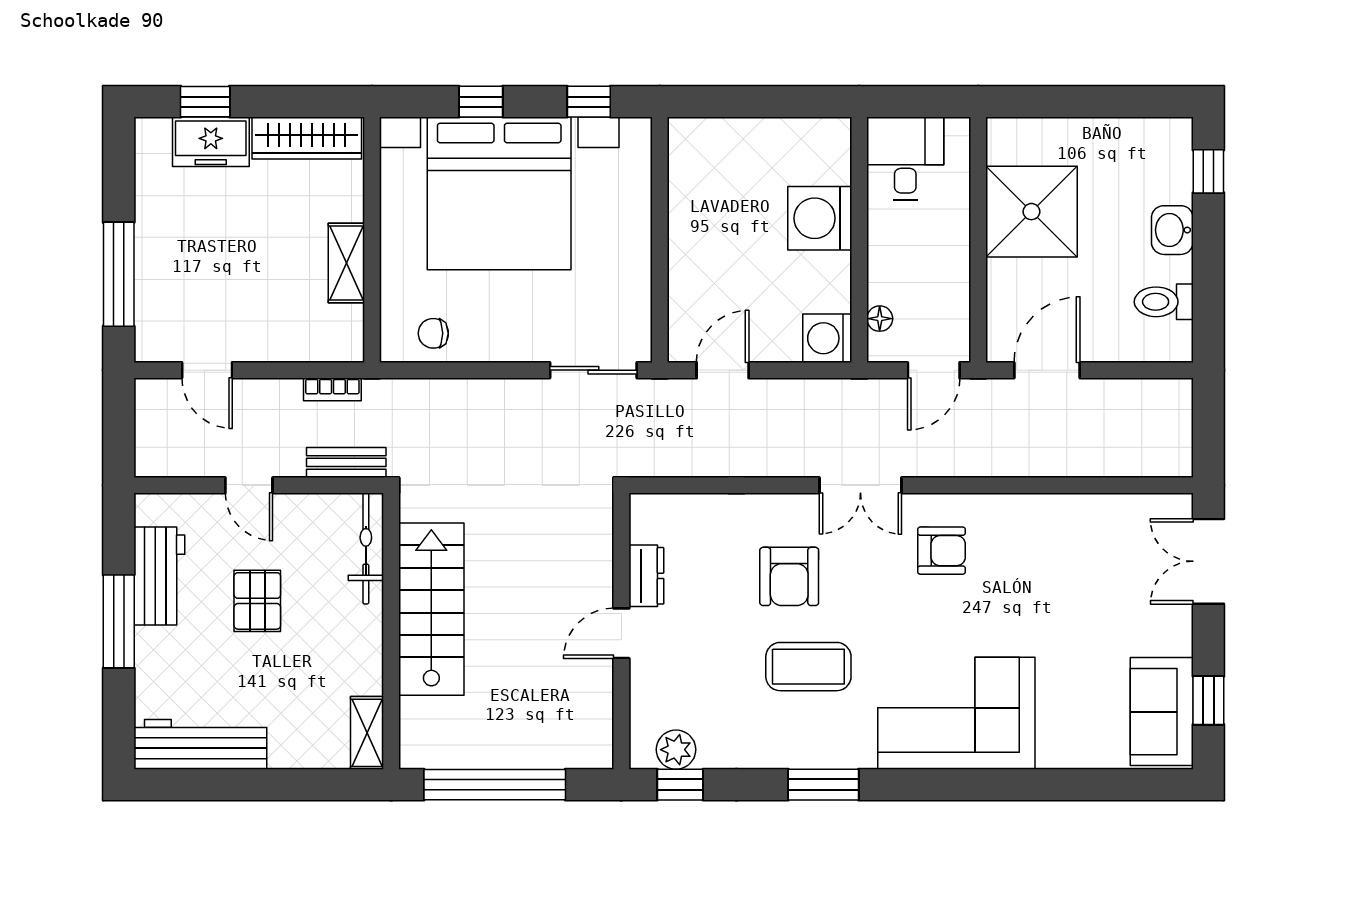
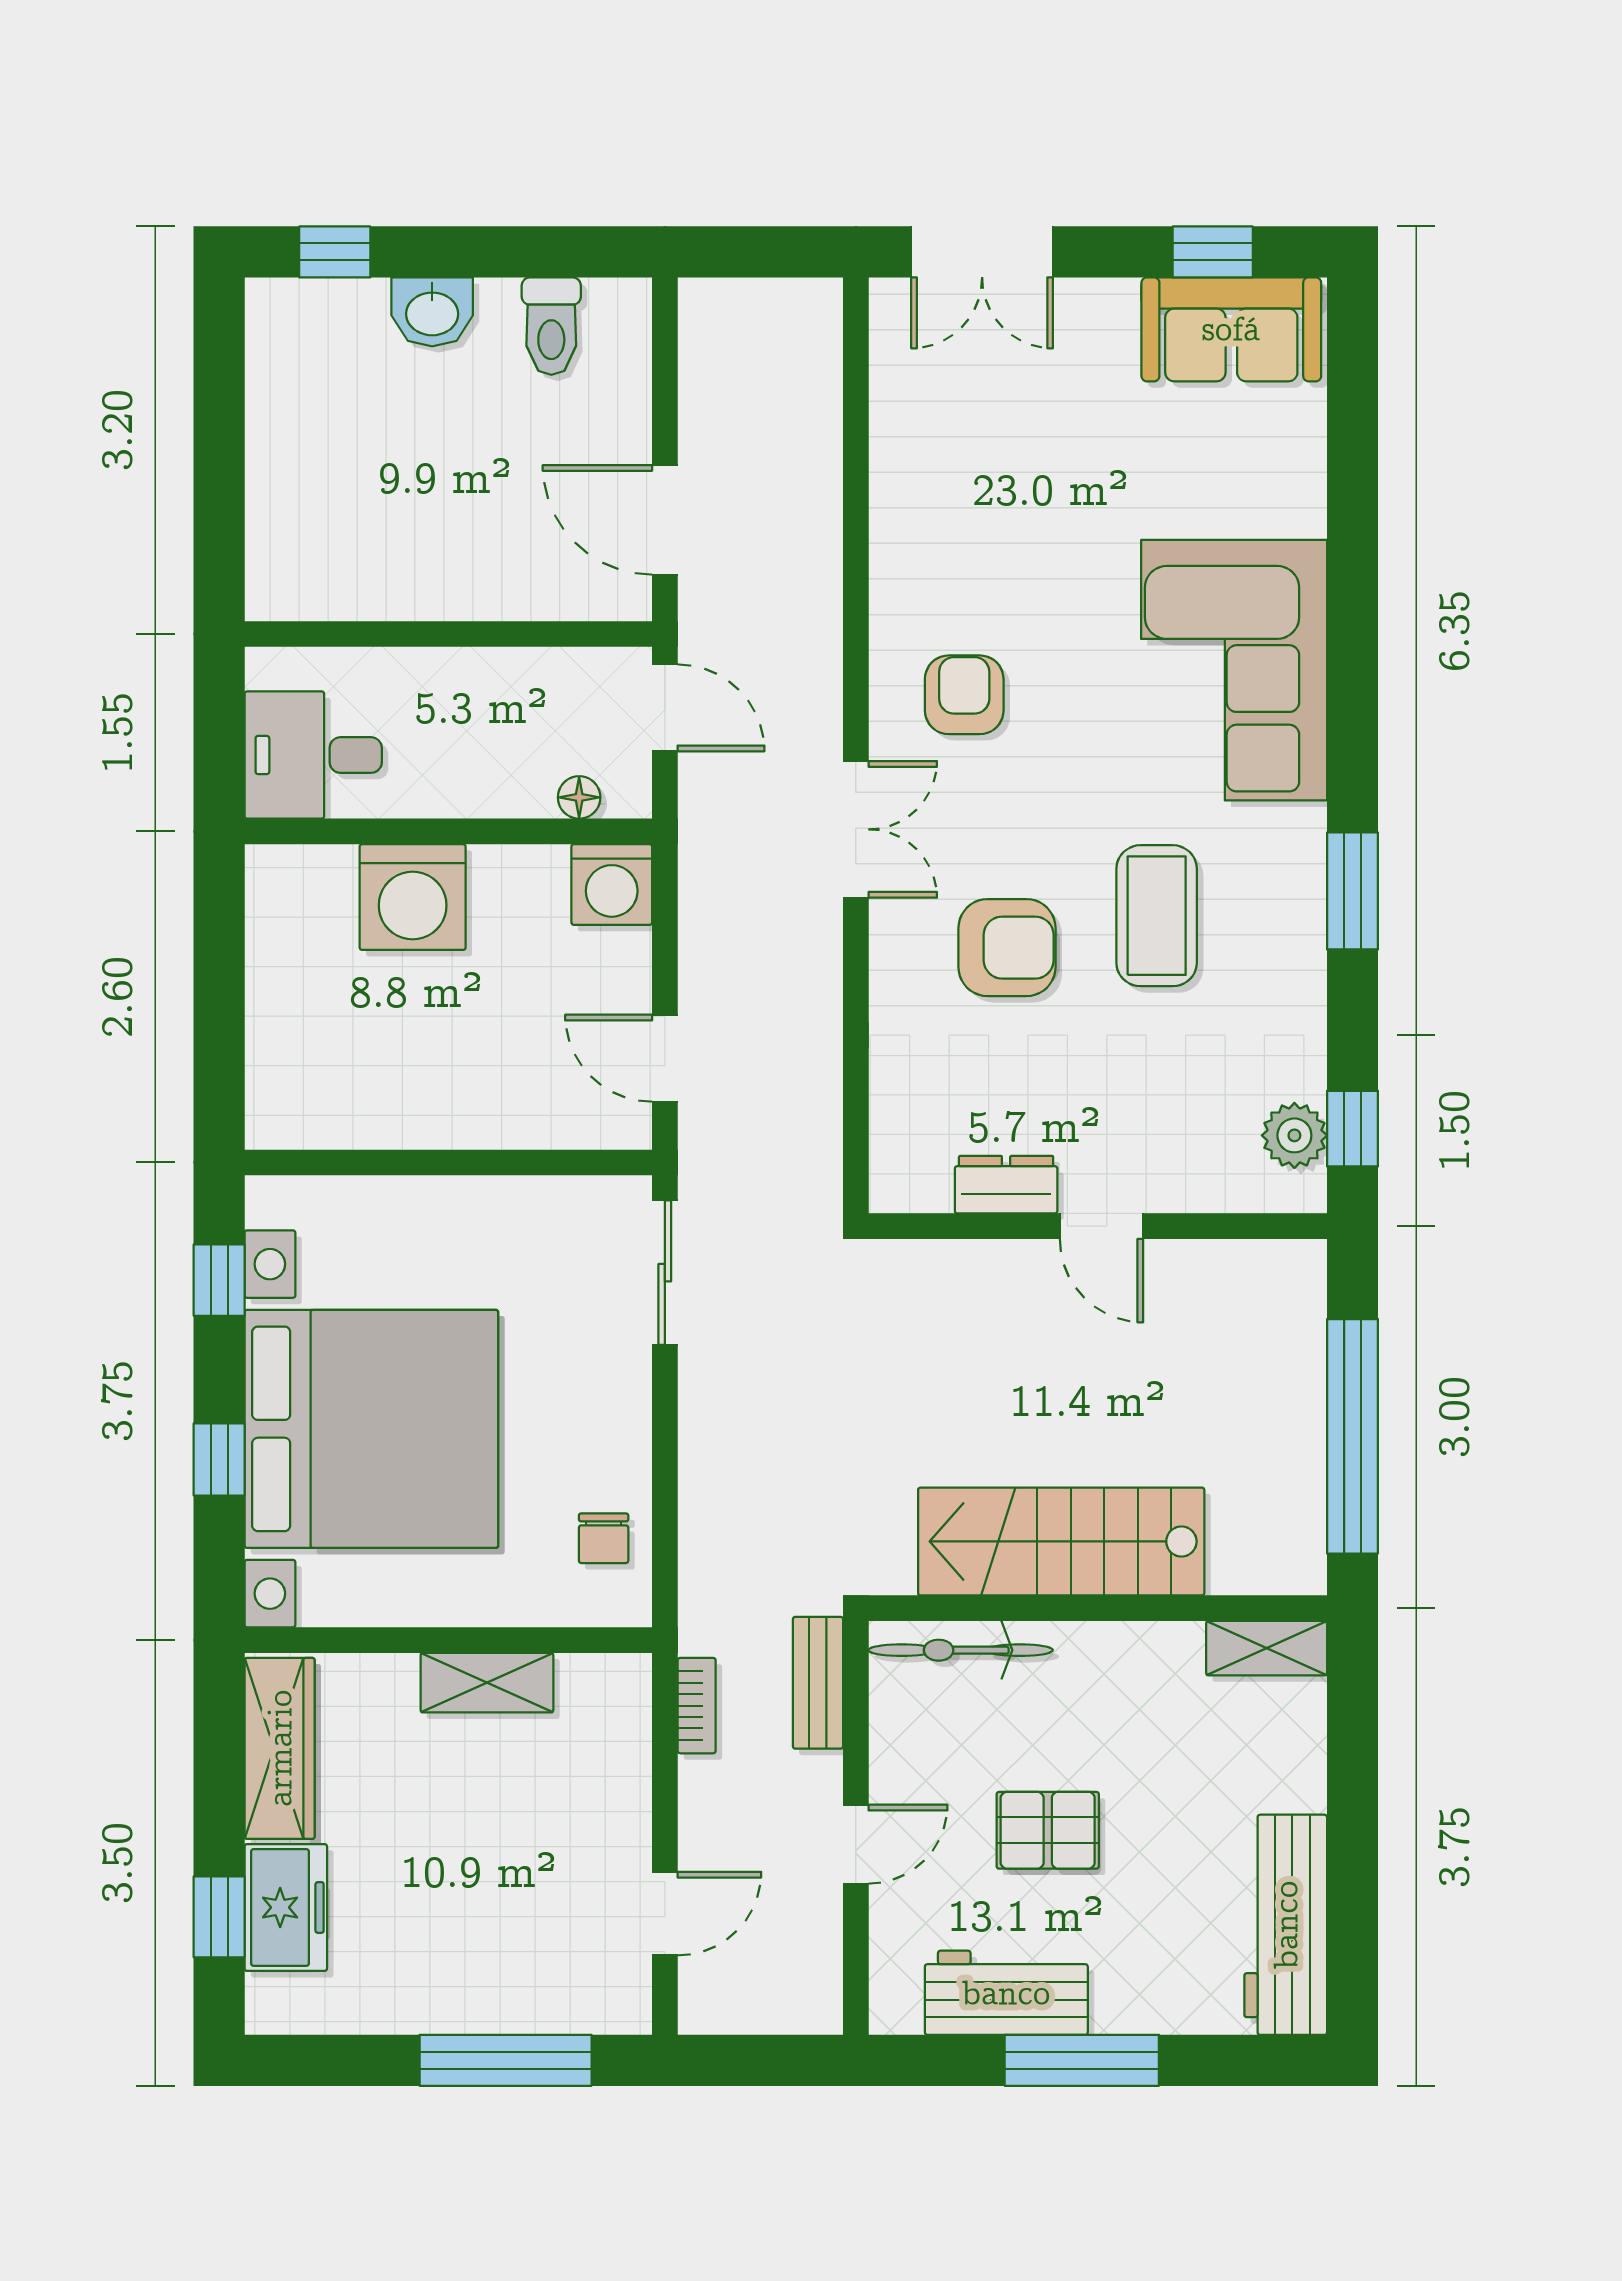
shower: (1031, 212) -> (402, 546), removed

